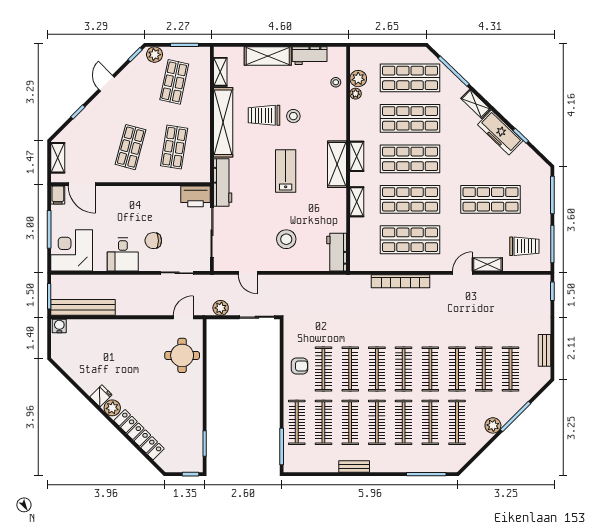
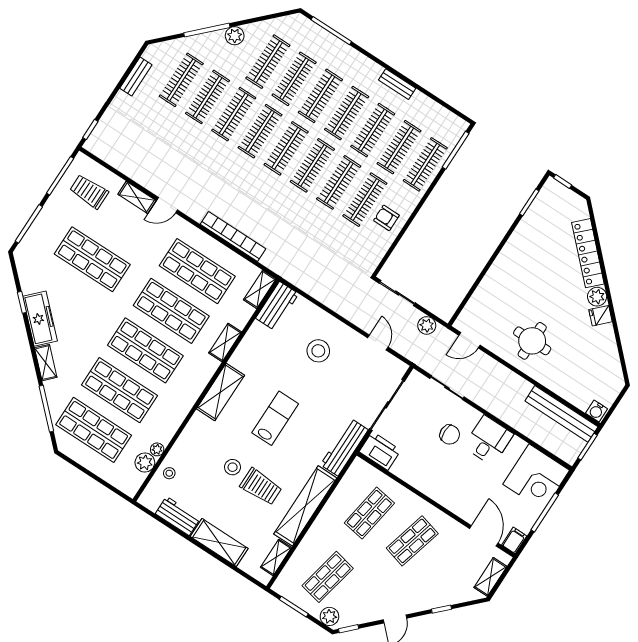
shelving: (357, 156) -> (260, 289), moved
lab bench: (286, 171) -> (275, 418), turned 180
round table: (182, 355) -> (532, 341), moved

